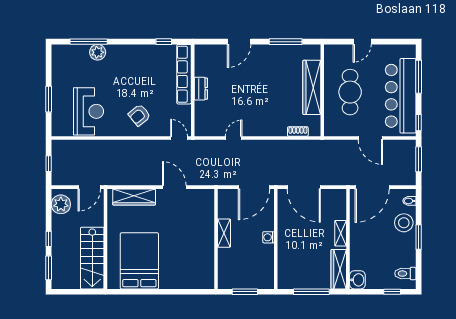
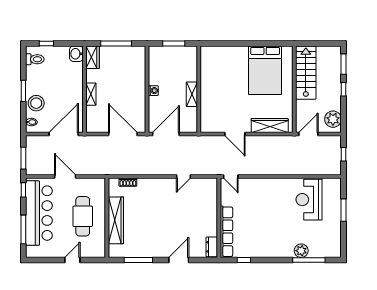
dresser: (201, 89) -> (212, 247), moved
armchair: (139, 115) -> (265, 196), removed
wardrobe: (339, 269) -> (92, 57), width x0.67

